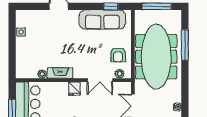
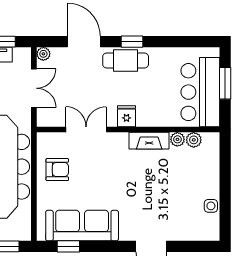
armchair: (118, 55) -> (57, 170), turned 90
plant: (119, 74) -> (194, 140), moved

